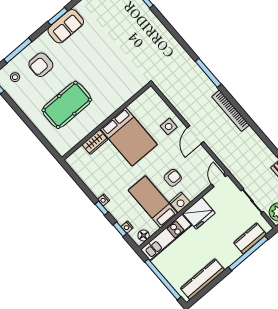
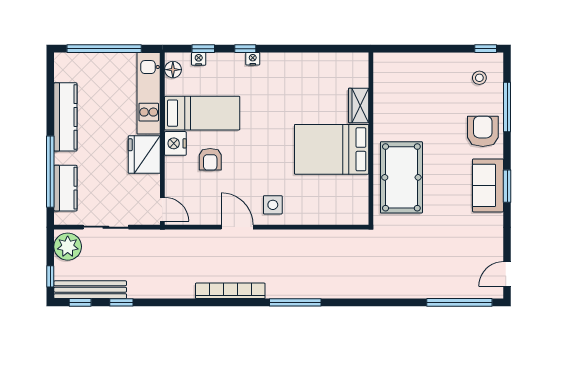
armchair: (41, 65) -> (483, 131), moved
pool table: (67, 105) -> (401, 177), moved
wall: (106, 121) -> (371, 139), moved
bed: (129, 137) -> (332, 149), moved
wardrobe: (95, 142) -> (359, 105), moved
kitchen counter: (203, 279) -> (65, 117), moved

